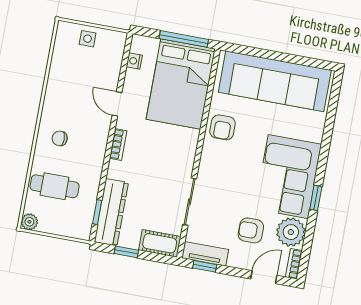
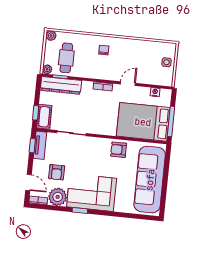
cafe table: (55, 186) -> (66, 58), moved
armchair: (251, 230) -> (57, 172), turned 180
plant: (83, 232) -> (47, 69), added
window: (126, 252) -> (36, 113), moved

